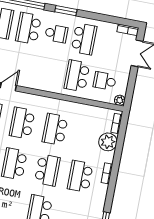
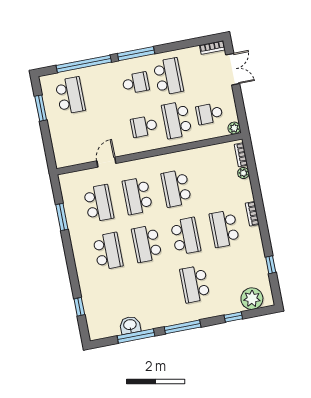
window: (66, 11) -> (136, 54), width x1.44
school desk: (28, 28) -> (144, 126), moved, width x0.54
plant: (108, 142) -> (243, 173), width x0.53, depth x0.53

